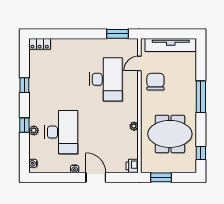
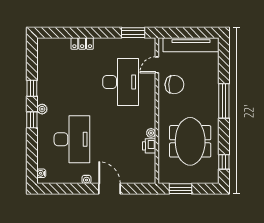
locker: (40, 44) -> (82, 43), moved
chair: (155, 82) -> (174, 85), turned 93
window: (24, 125) -> (32, 120), moved
plant: (34, 130) -> (42, 109), moved
meeting table: (170, 134) -> (190, 141), turned 90
printer: (132, 166) -> (149, 146), moved

